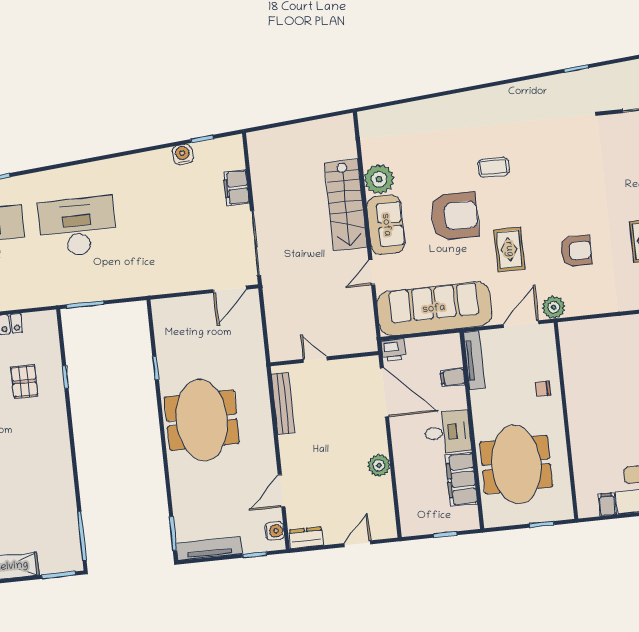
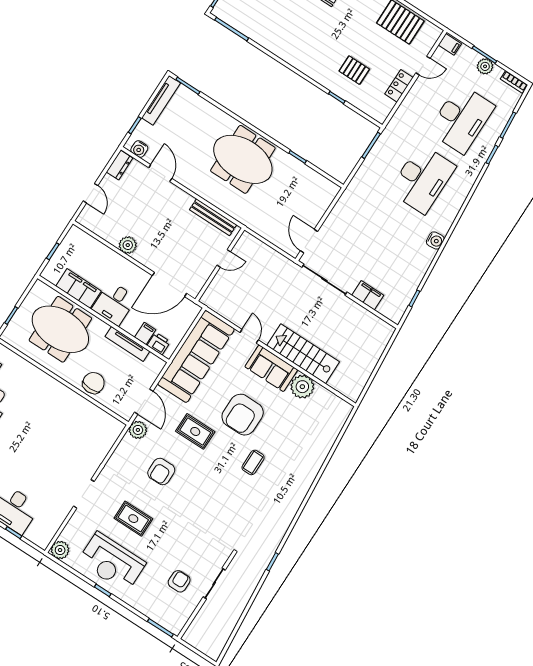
water cooler: (183, 155) -> (435, 241), moved
printer: (393, 350) -> (159, 344), moved, turned 90
tv unit: (474, 360) -> (127, 344), moved
chair: (543, 389) -> (93, 383), width x1.87, depth x1.87

